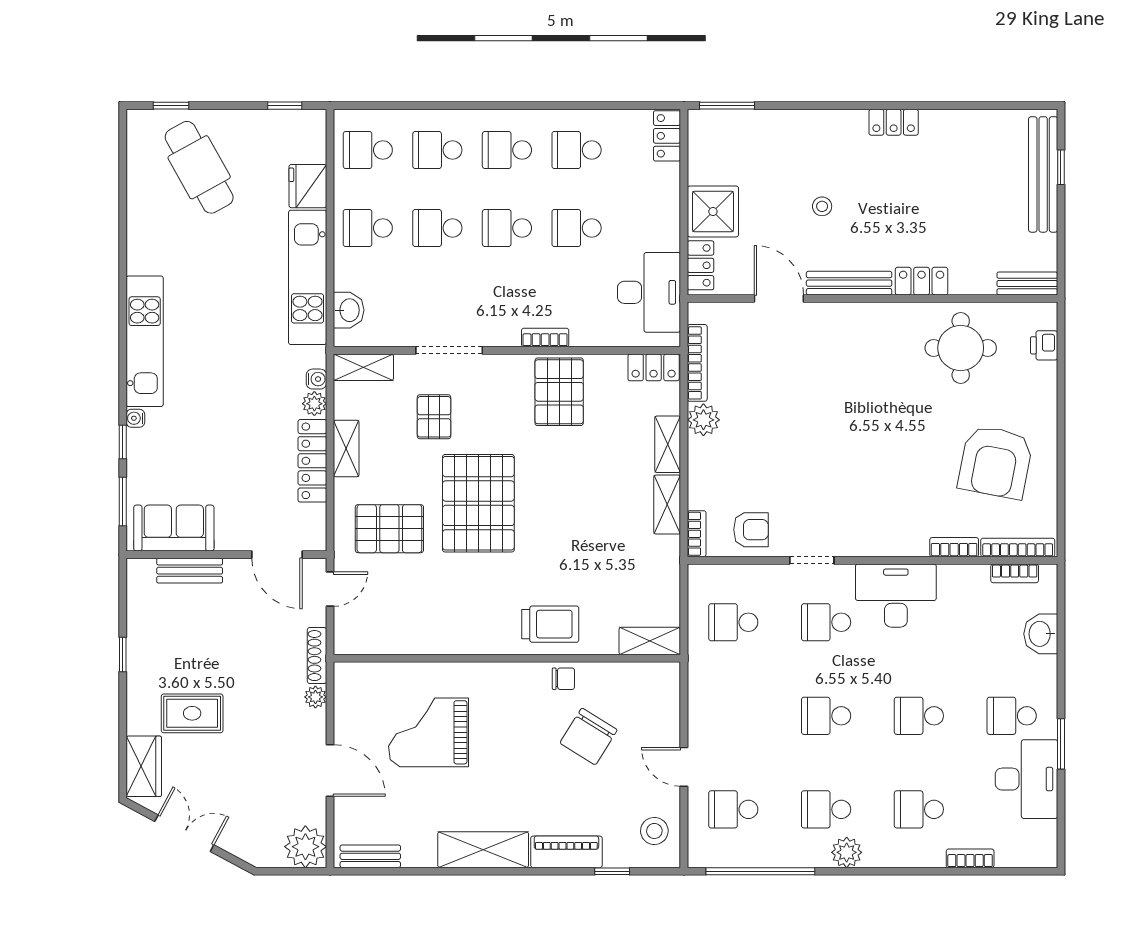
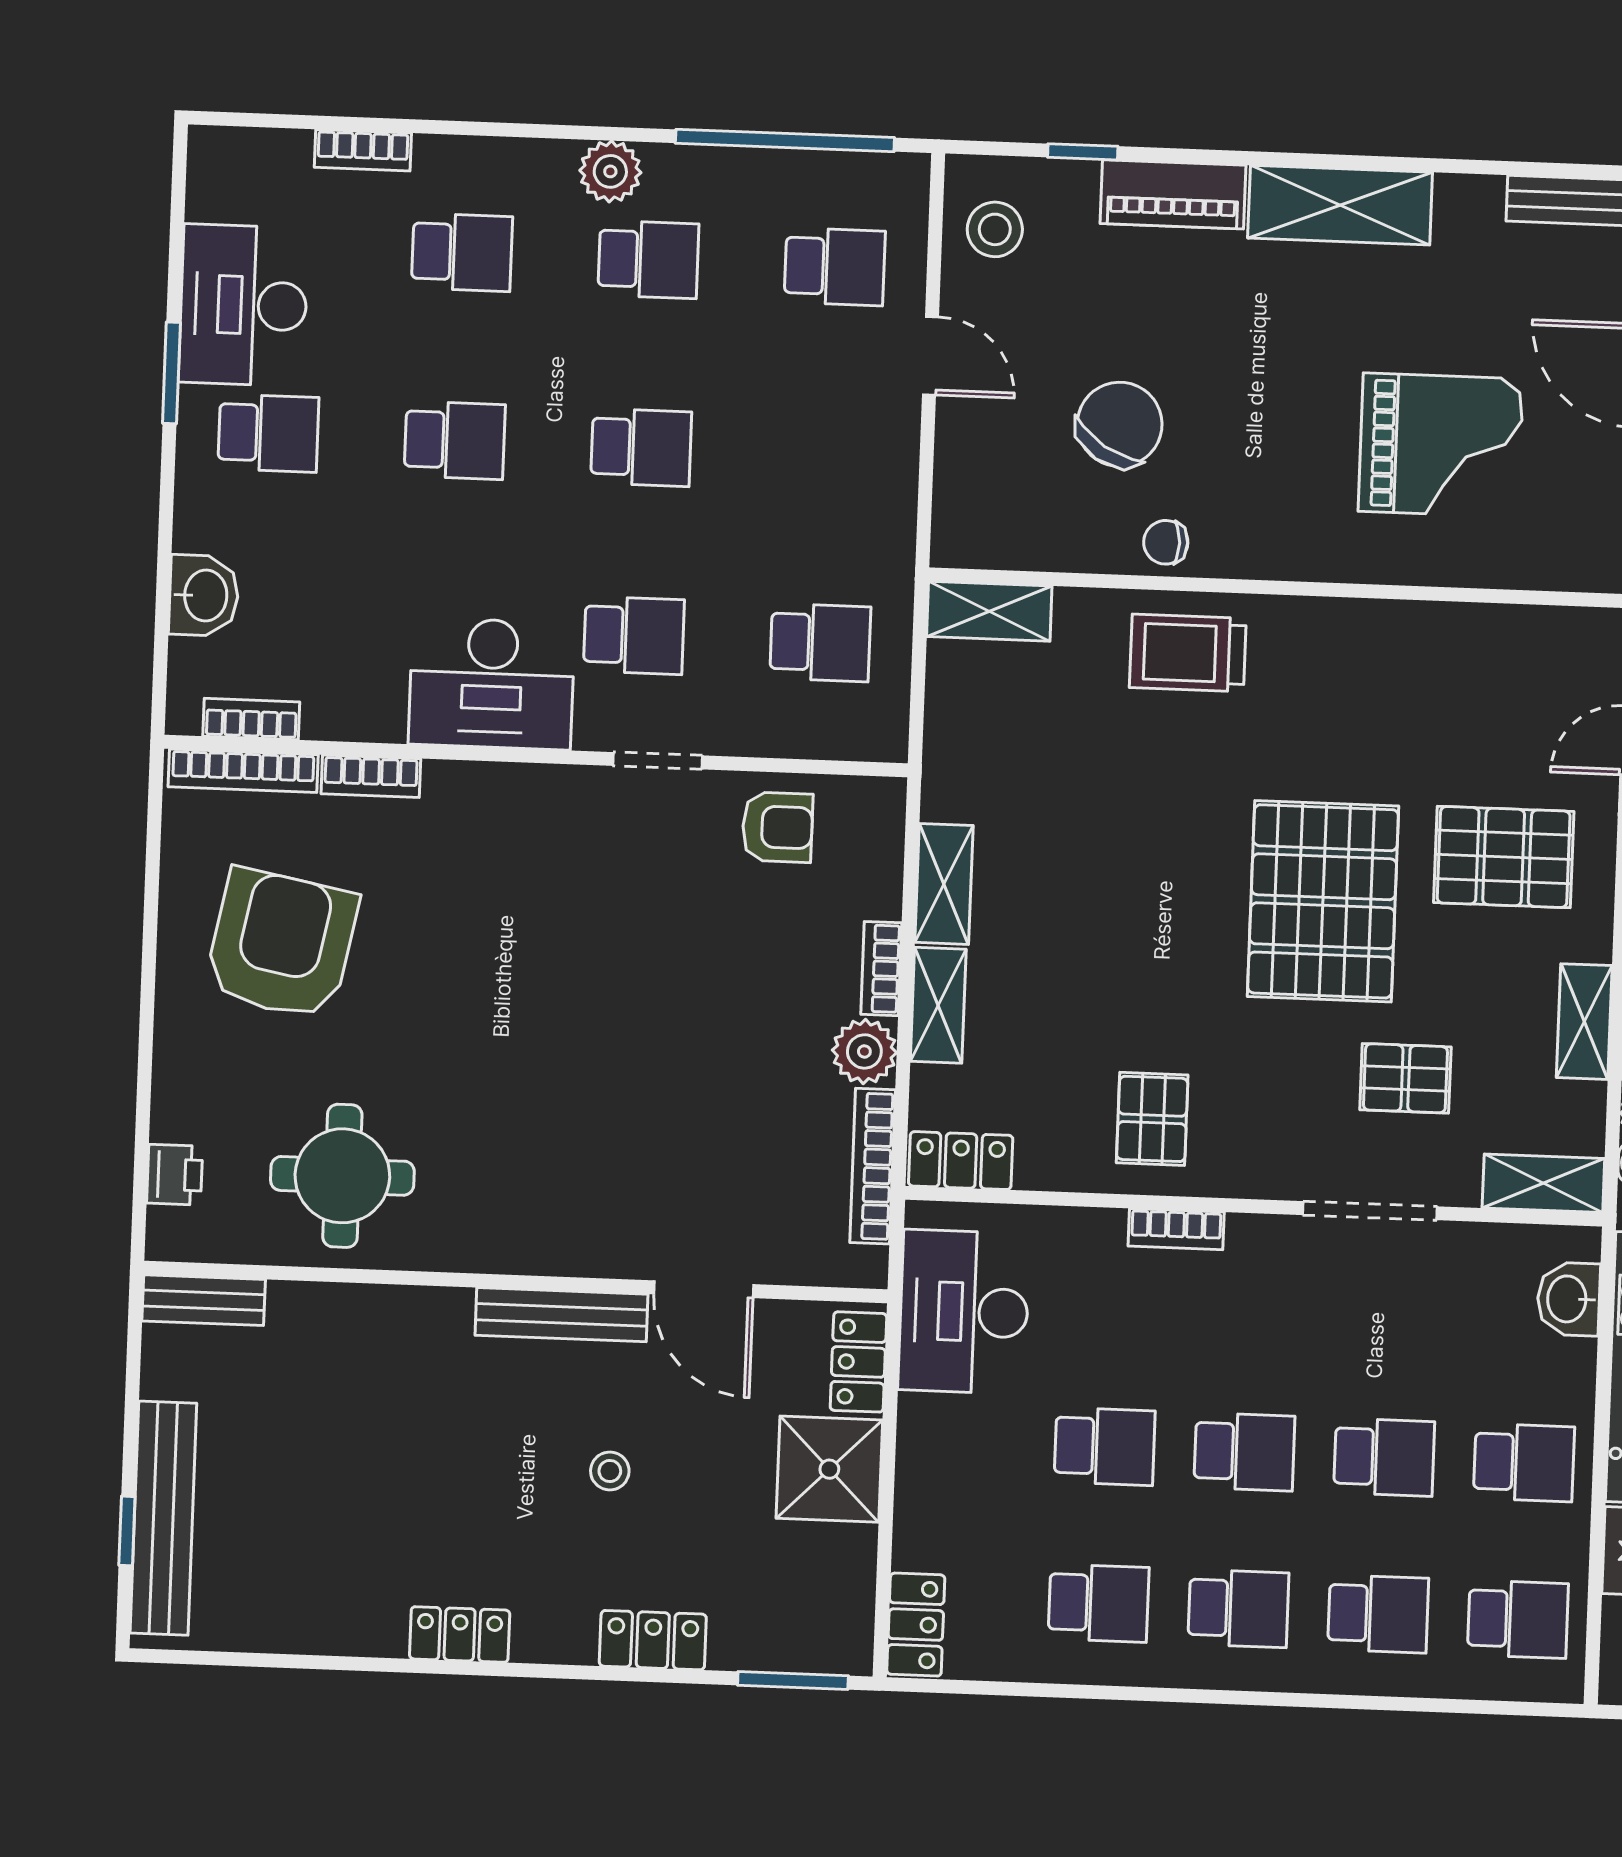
locker: (922, 281) -> (653, 1640), moved, turned 180
pallet: (559, 392) -> (1152, 1119), width x0.67, depth x0.71
pallet: (434, 417) -> (1405, 1078), turned 90
armchair: (751, 530) -> (777, 827), turned 180
bookcase: (697, 534) -> (881, 969), moved

